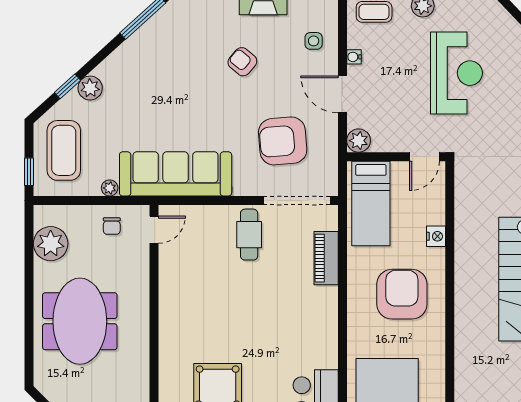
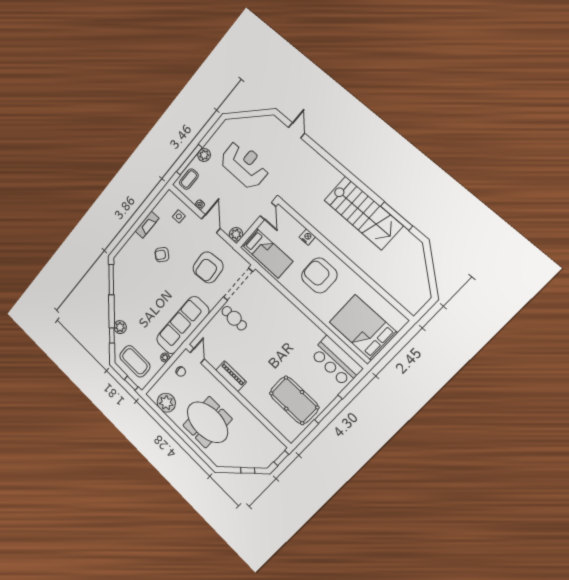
door: (342, 94) -> (211, 224), swing flipped
piano: (326, 258) -> (231, 376), moved, turned 180

